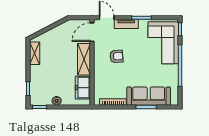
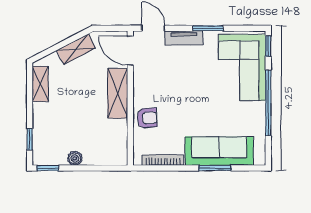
shelving: (57, 31) -> (76, 49), added
door: (92, 32) -> (130, 51), hinge flipped
armchair: (116, 56) -> (147, 118), moved
freezer: (83, 88) -> (116, 138), removed

